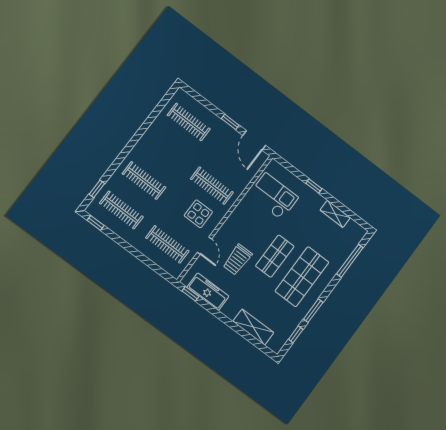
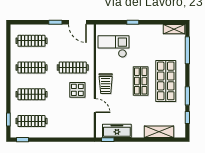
shelving: (335, 214) -> (174, 29), moved
clothes rail: (167, 244) -> (31, 68), moved
trolley: (237, 260) -> (106, 84), moved

